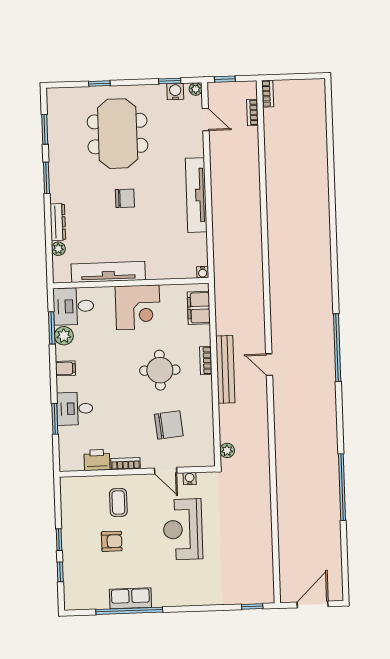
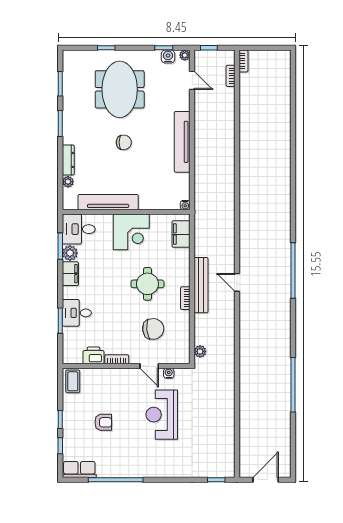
bookcase: (206, 361) -> (185, 298), moved
filing cabinet: (65, 368) -> (70, 274), width x2.00
coffee table: (118, 502) -> (73, 381), moved
row of seats: (130, 598) -> (79, 469), moved

